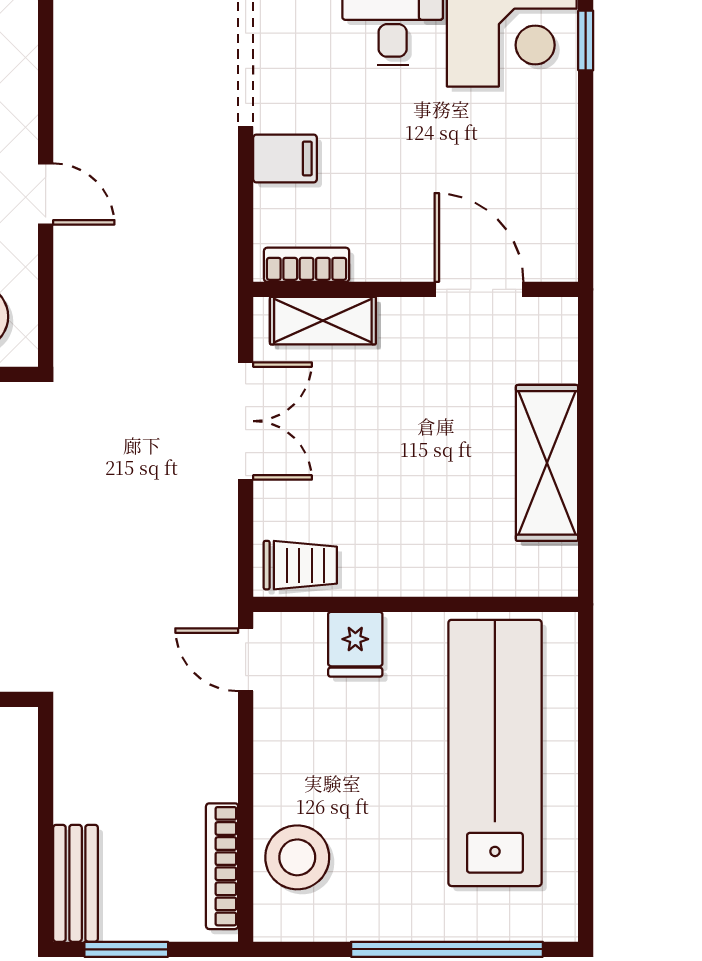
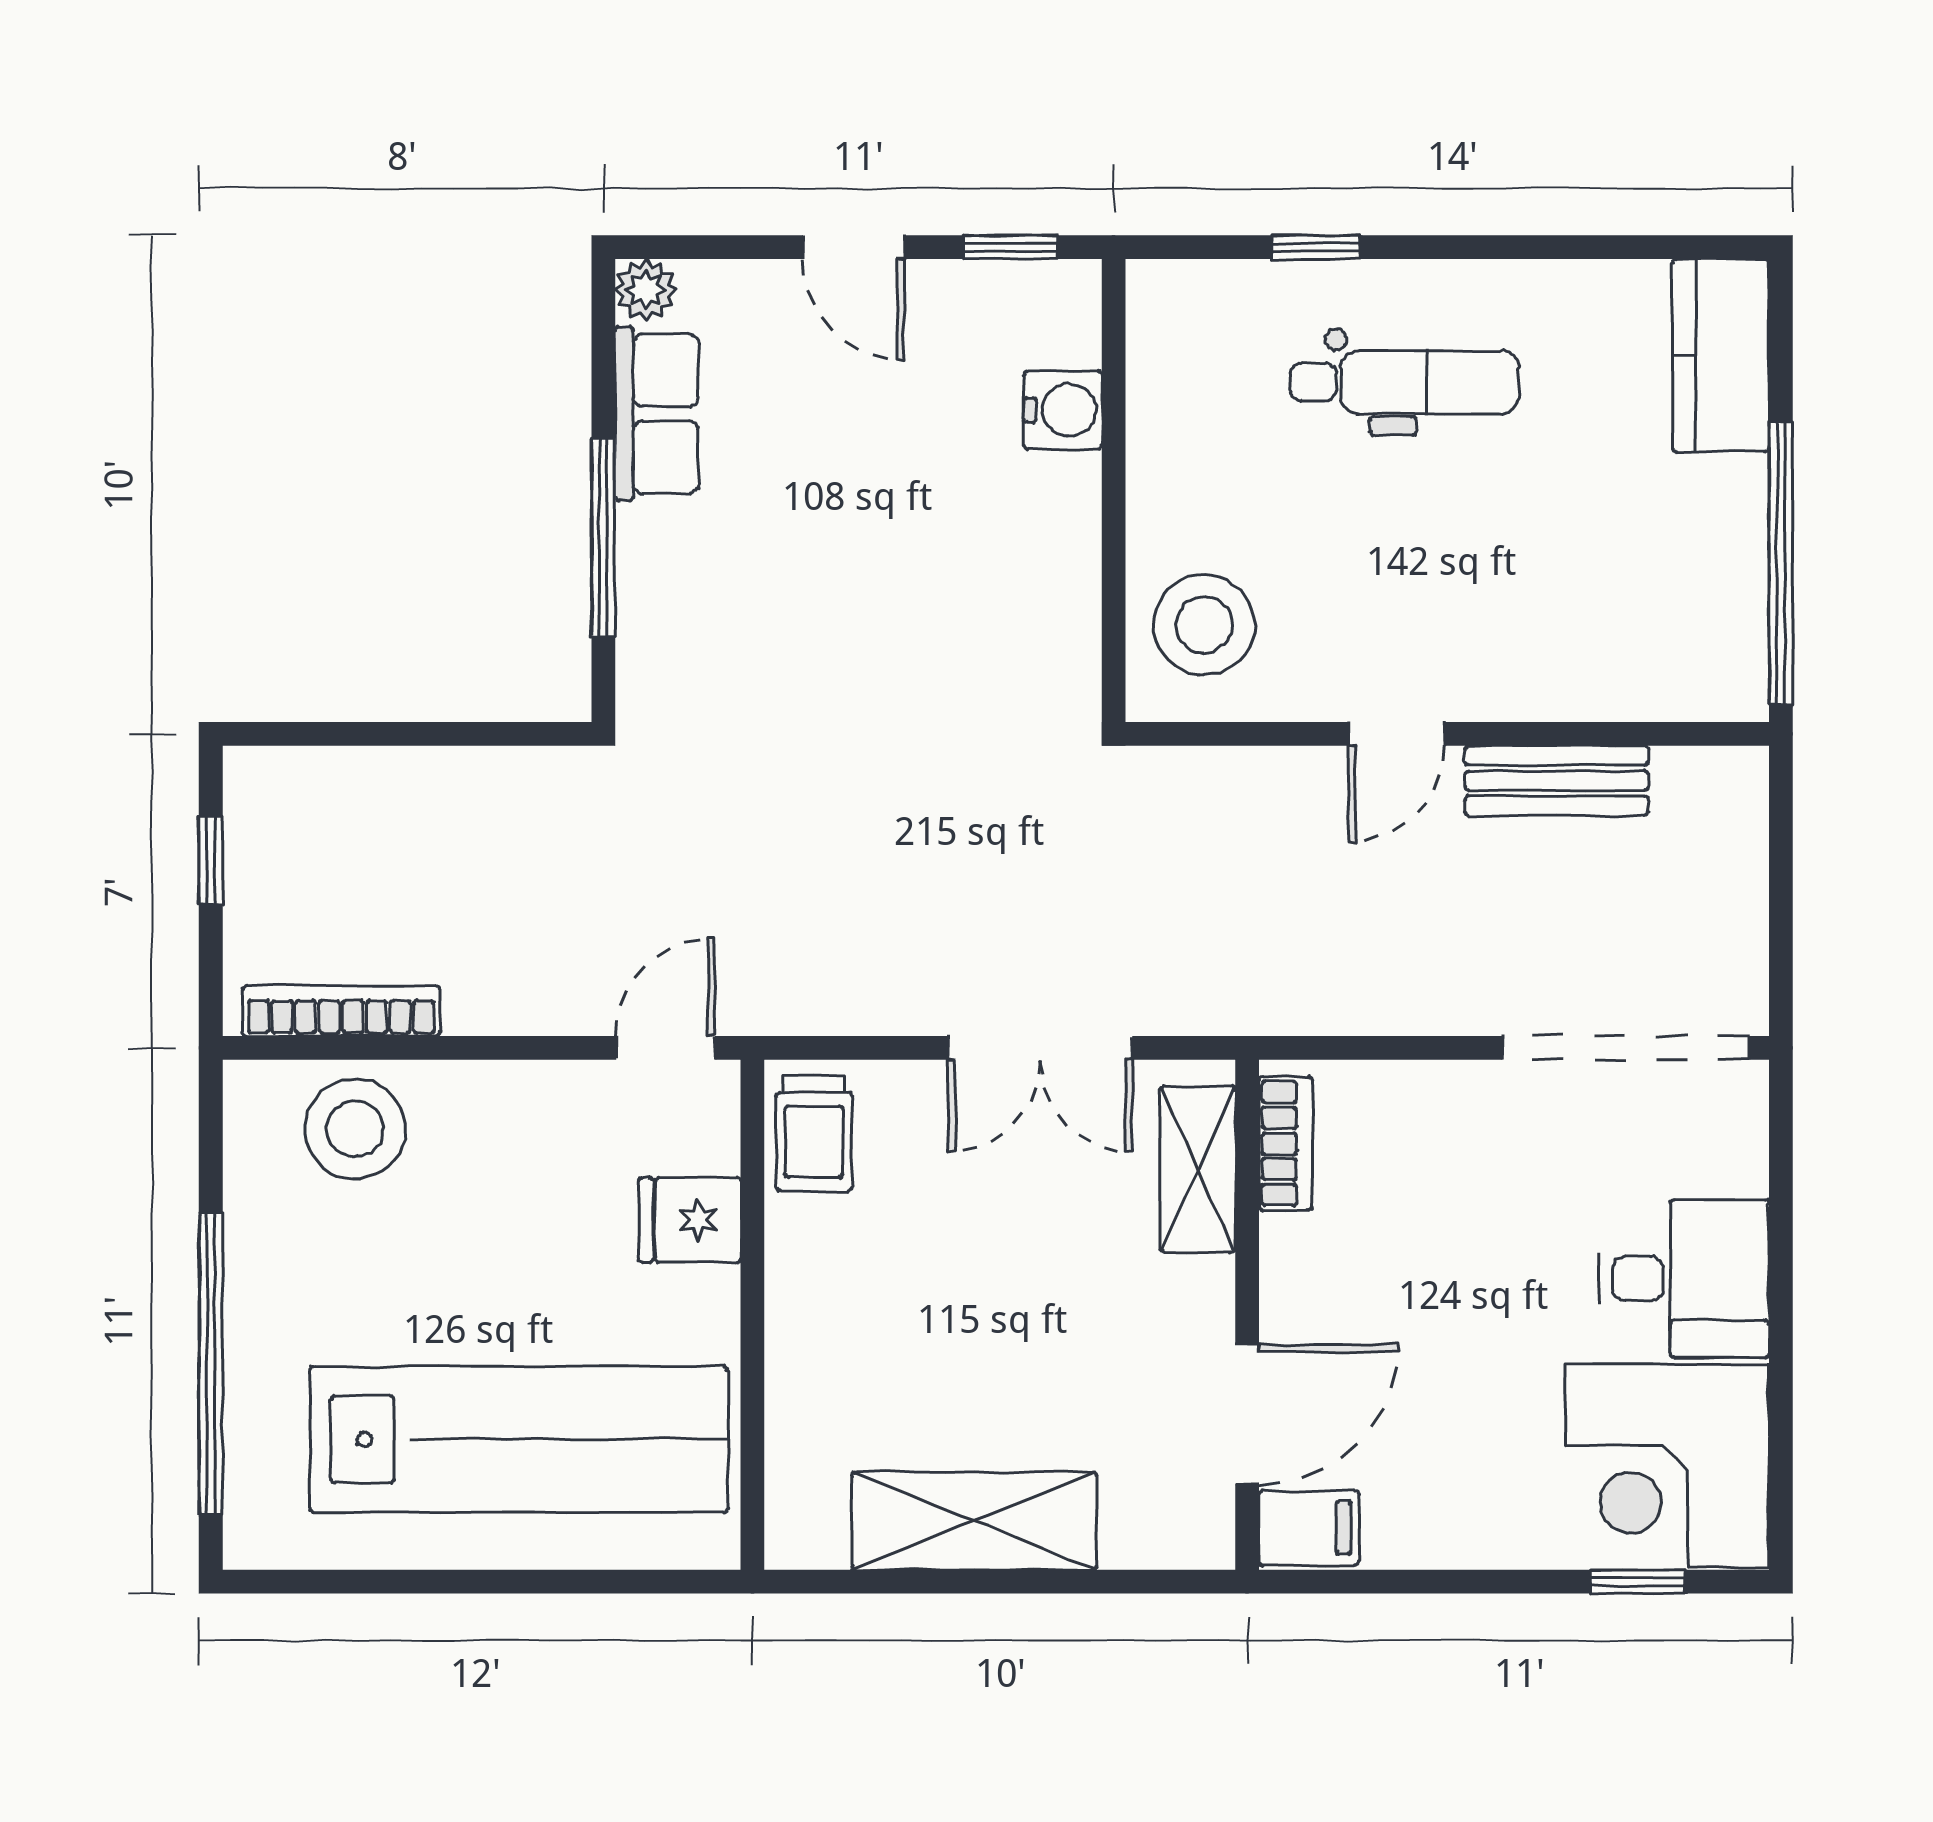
filing cabinet: (285, 158) -> (1309, 1528), moved, turned -90
bench: (76, 883) -> (1557, 781), moved
window: (126, 949) -> (211, 860), width x0.67

